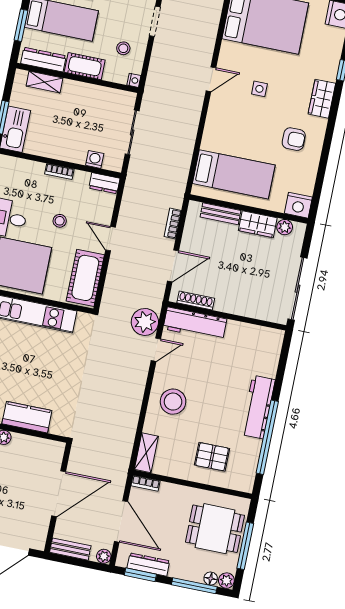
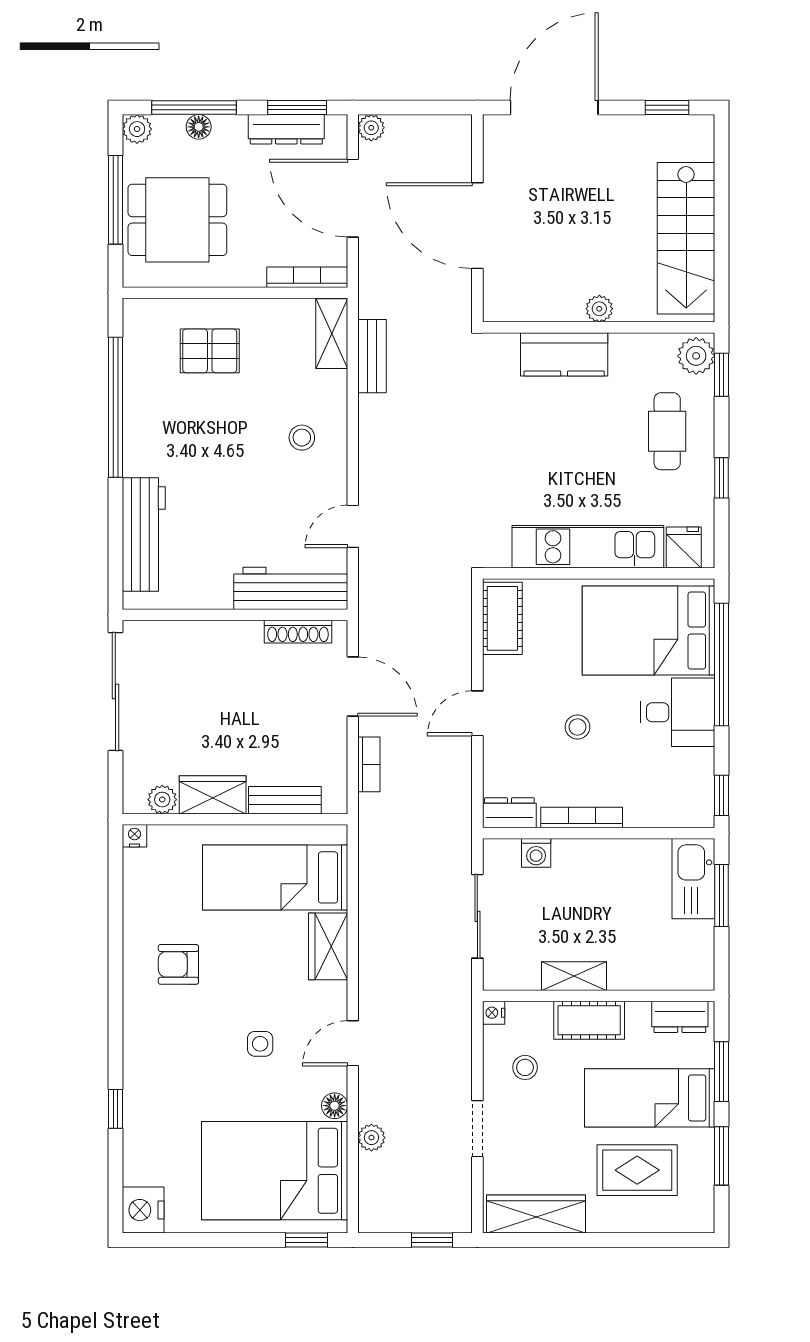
floor lamp: (227, 49) -> (335, 1106), added
dresser: (43, 60) -> (680, 1017), width x0.70
shelving: (45, 82) -> (574, 976), moved
wardrobe: (322, 99) -> (328, 946), moved, turned 180
bookcase: (59, 171) -> (582, 817), width x1.56
nightstand: (298, 205) -> (134, 836), width x0.53, depth x0.56
door: (111, 239) -> (477, 713), swing flipped
door: (173, 266) -> (353, 687), swing flipped
cot: (85, 278) -> (502, 618), width x0.73, depth x0.75
plant: (145, 322) -> (371, 1138), moved, width x0.53, depth x0.53
stool: (173, 402) -> (302, 438), width x0.53, depth x0.53
workbench: (258, 407) -> (144, 534), moved
bookcase: (146, 483) -> (307, 277), width x1.56
door: (59, 494) -> (477, 226), hinge flipped
bench: (70, 549) -> (372, 356), moved, turned 90
floor lamp: (211, 578) -> (199, 127), moved

